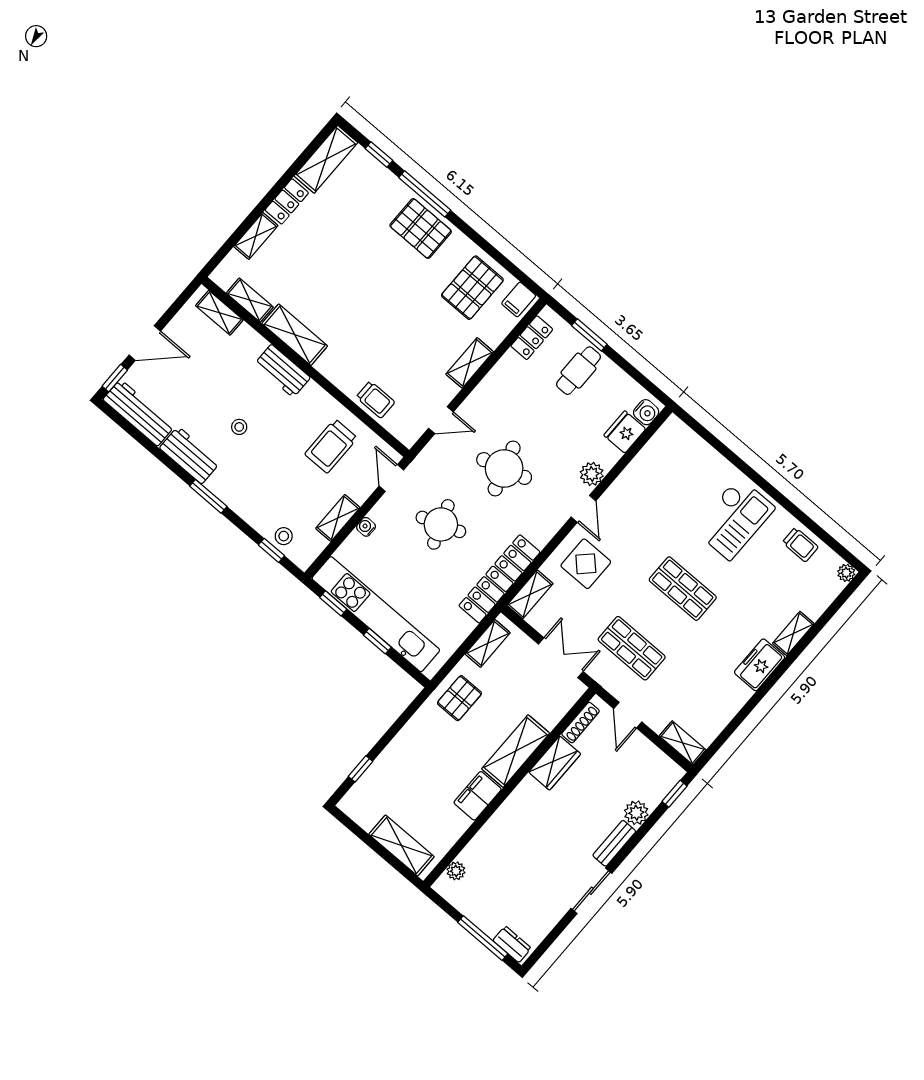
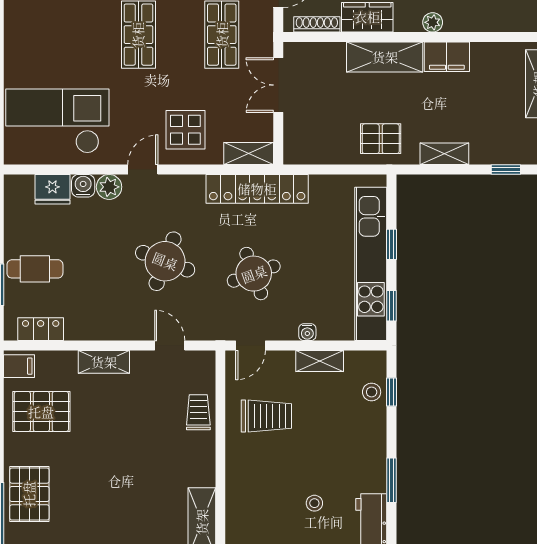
workbench: (282, 371) -> (240, 507), removed
water cooler: (646, 412) -> (83, 186), moved
round table: (504, 469) -> (165, 261), turned 38
checkout: (734, 519) -> (57, 121), moved, width x1.36, depth x1.21
shelving: (488, 643) -> (444, 154), moved
plant: (456, 871) -> (433, 22), moved

